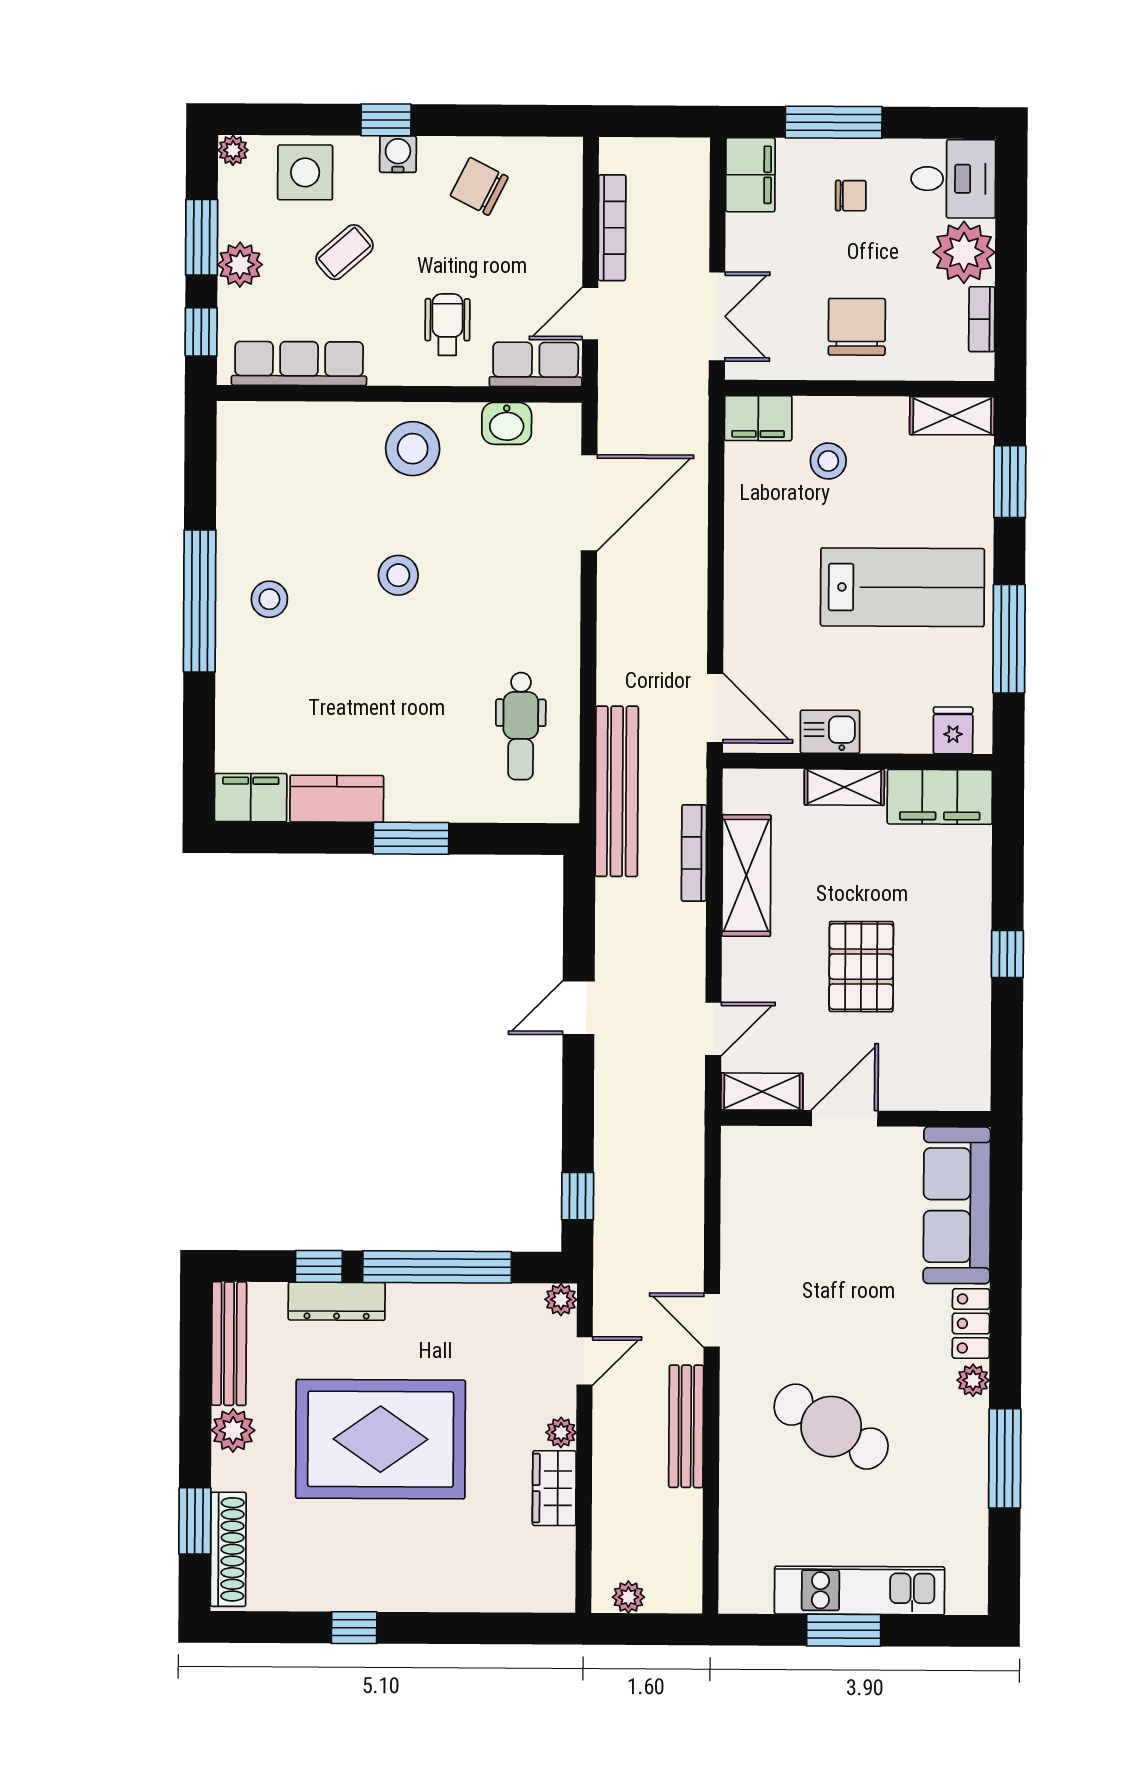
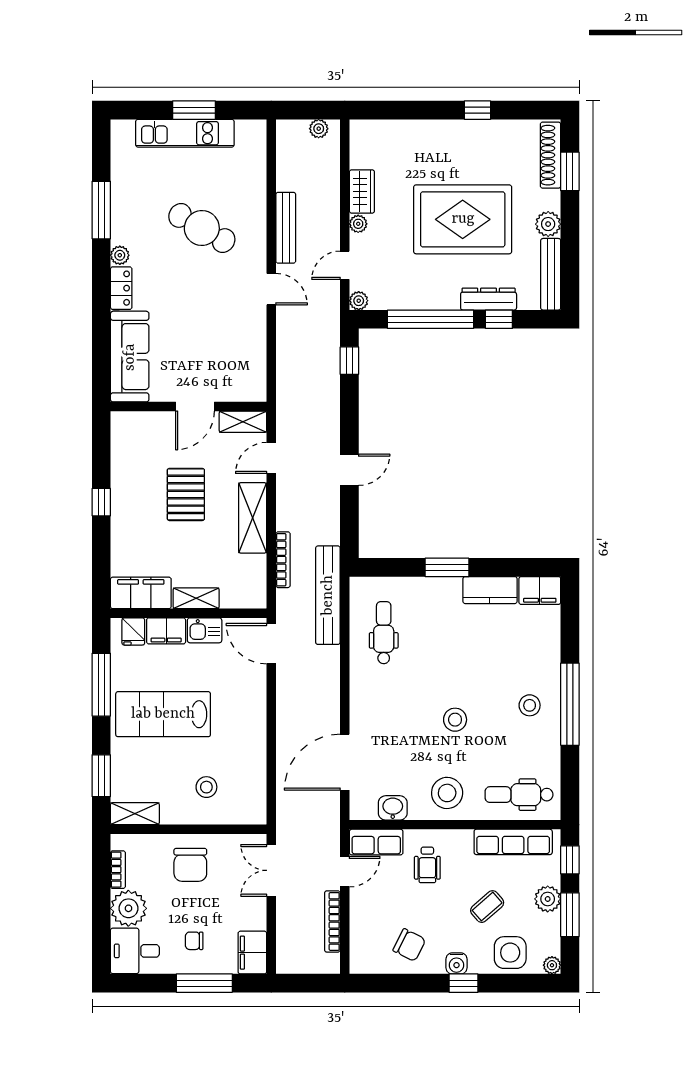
filing cabinet: (758, 418) -> (166, 631), moved, turned 180
dental chair: (288, 445) -> (519, 795), added
shelving: (746, 875) -> (253, 518), moved

